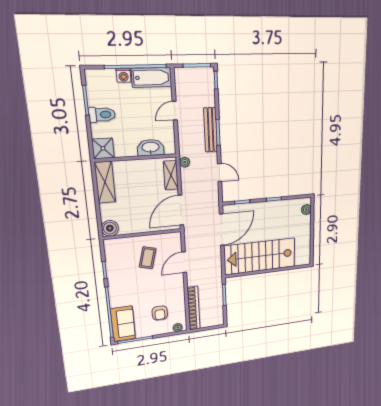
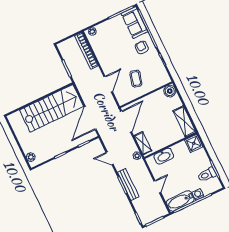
toilet: (102, 115) -> (207, 175), moved
armchair: (160, 313) -> (142, 47), moved

